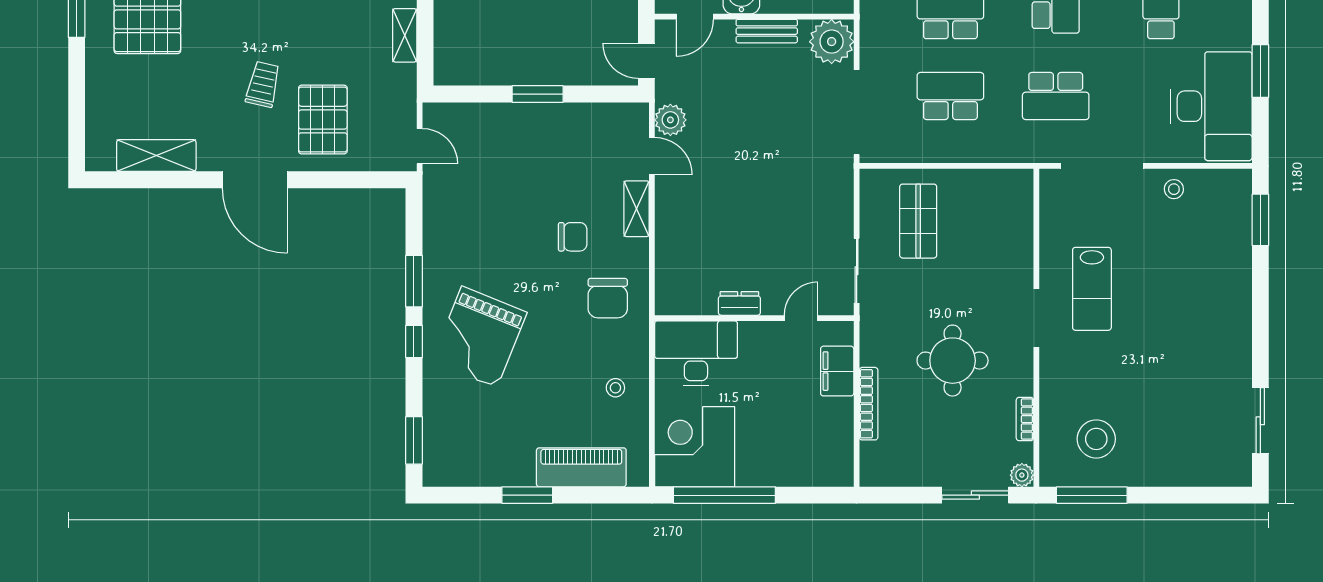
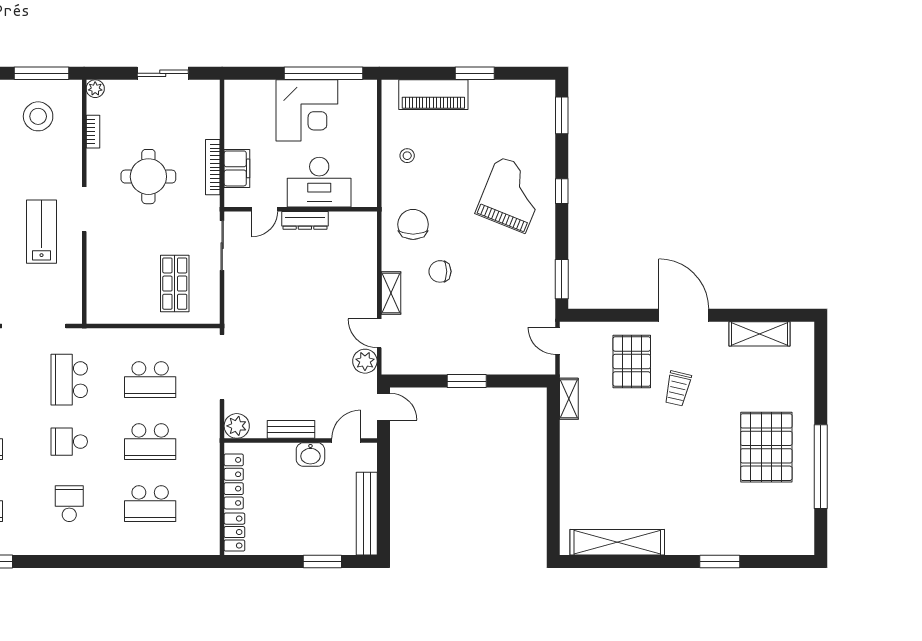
shelving: (405, 35) -> (569, 399), moved
plant: (832, 42) -> (237, 426), width x0.73, depth x0.73
school desk: (1056, 96) -> (69, 380), turned -90
window: (414, 281) -> (562, 279), moved
dresser: (739, 303) -> (305, 220), width x1.44
desk: (696, 353) -> (319, 182), moved
bookcase: (869, 404) -> (213, 167), moved
corner desk: (695, 447) -> (307, 110), moved
sliding door: (975, 495) -> (163, 73), moved

